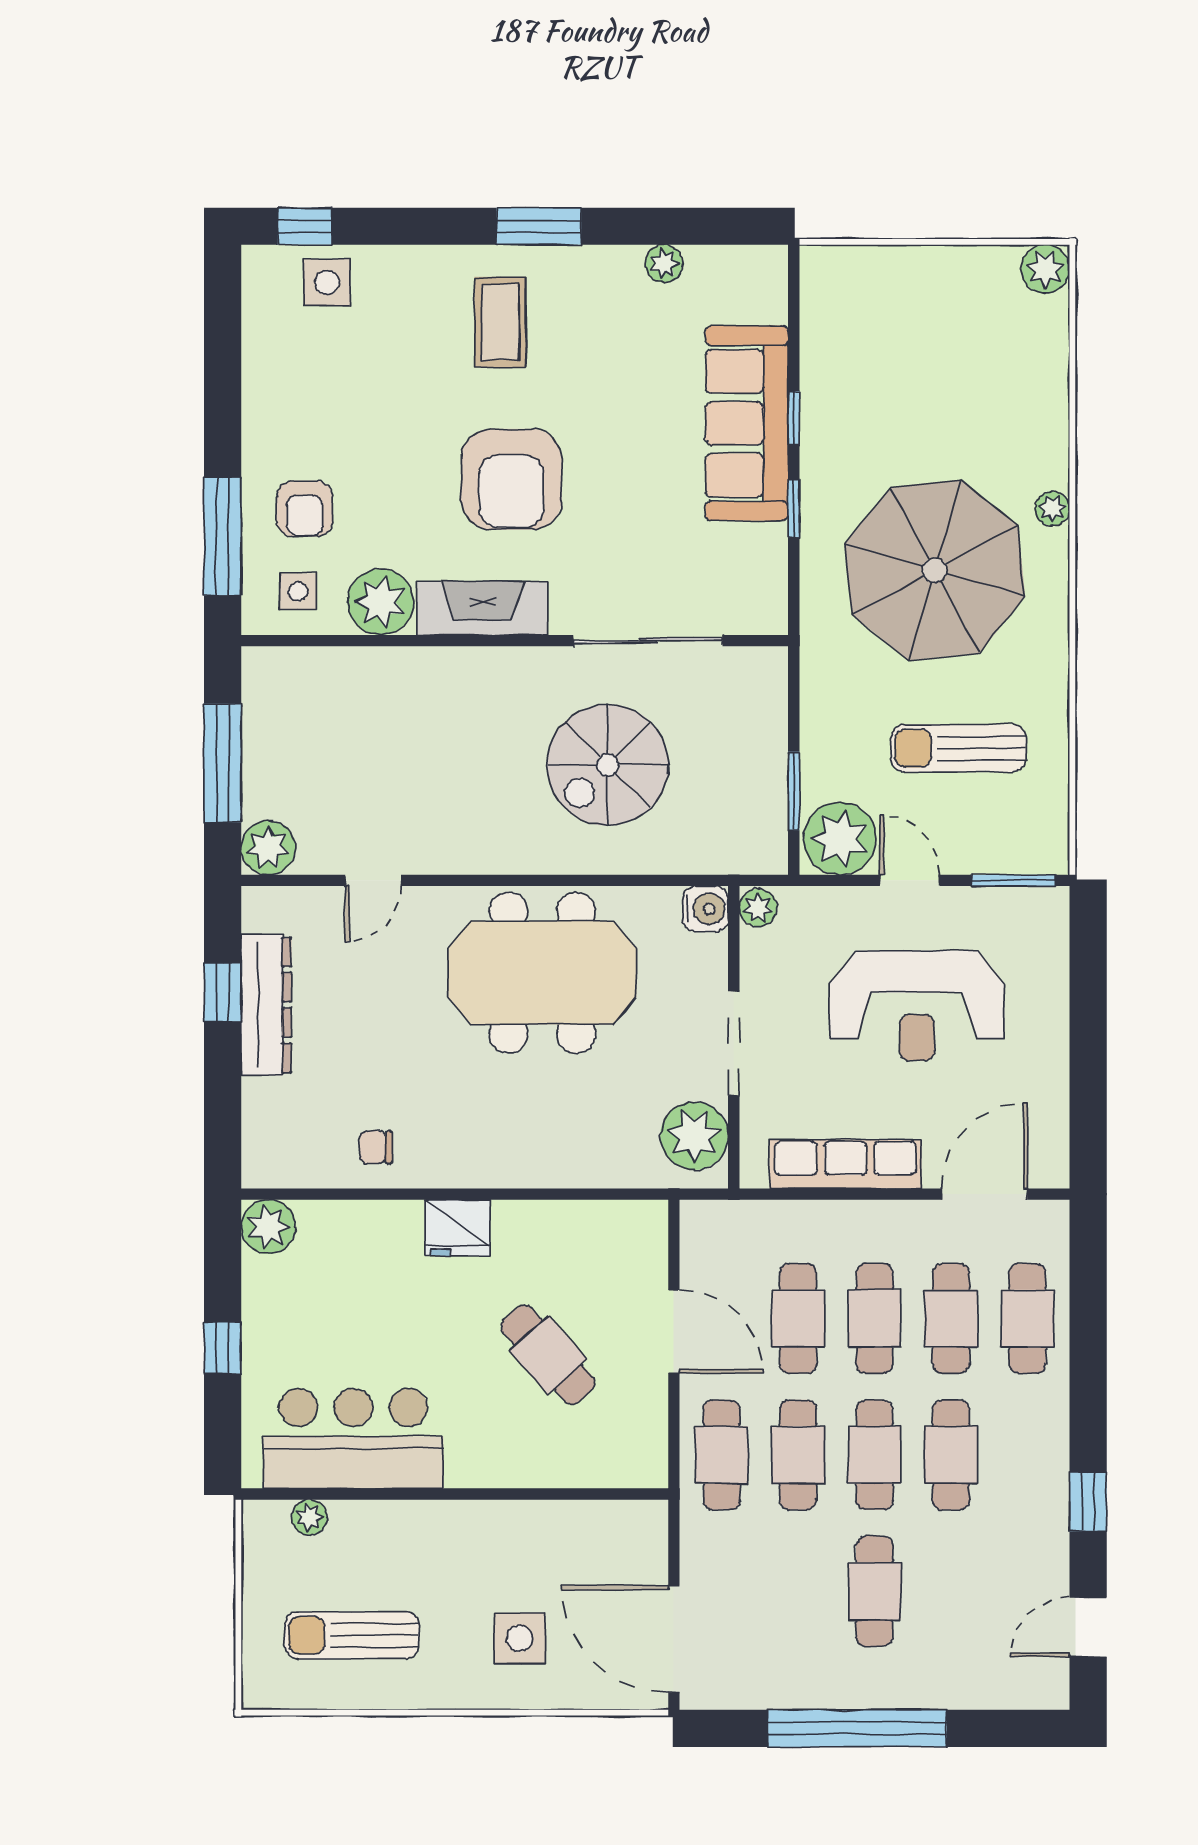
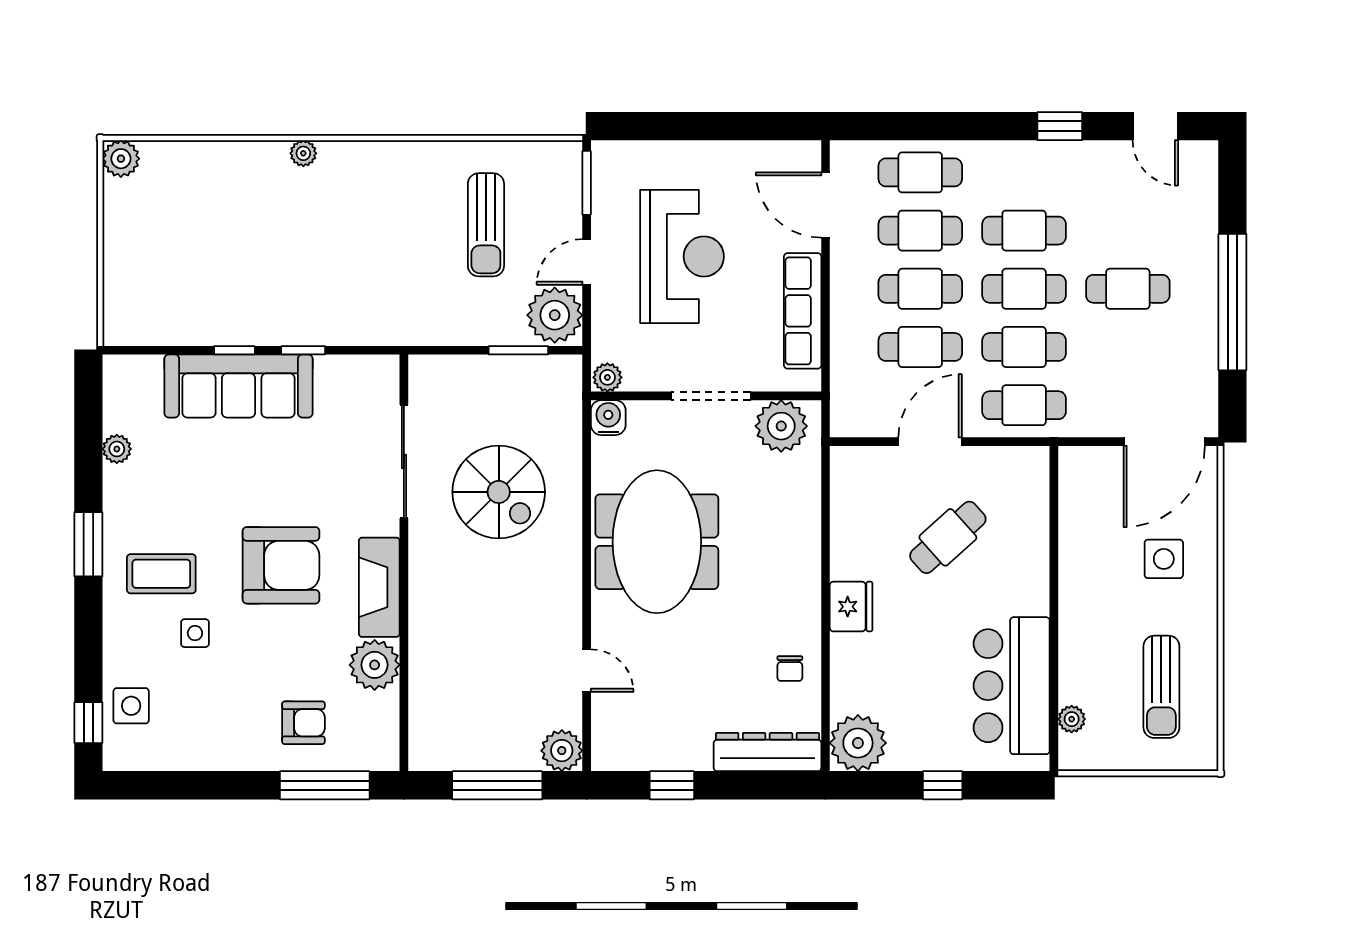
parasol: (935, 570) -> (350, 243), removed
side table: (298, 592) -> (195, 633), moved
dresser: (266, 1005) -> (768, 752), moved
plant: (268, 1227) -> (858, 743), width x1.36, depth x1.36

